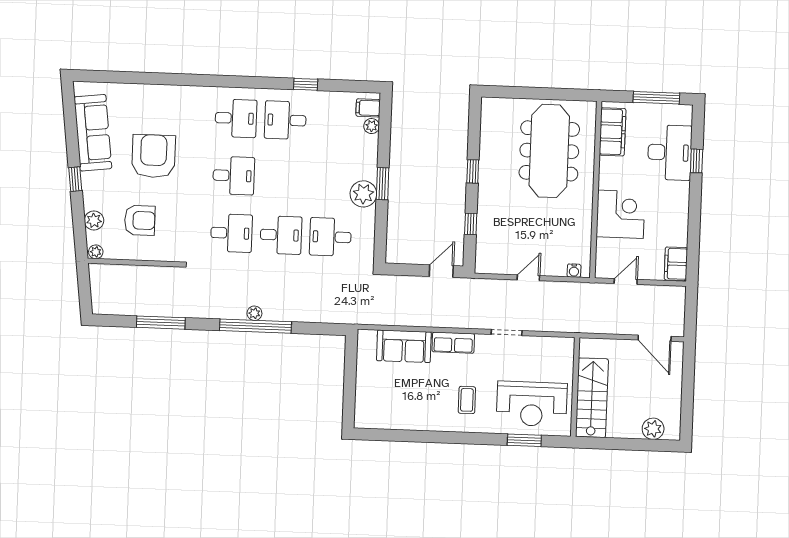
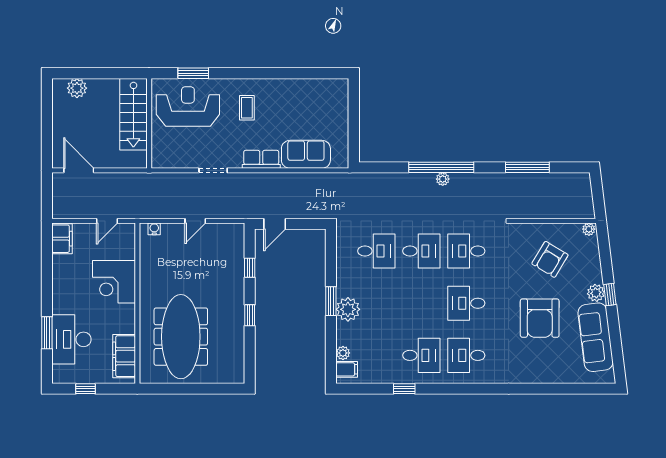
window: (656, 98) -> (85, 389), width x0.46
window: (697, 161) -> (47, 333), width x1.50
plant: (363, 194) -> (348, 309), moved
armchair: (140, 220) -> (550, 259), turned -59
plant: (94, 221) -> (596, 293), moved
desk: (281, 235) -> (421, 251), turned 180

